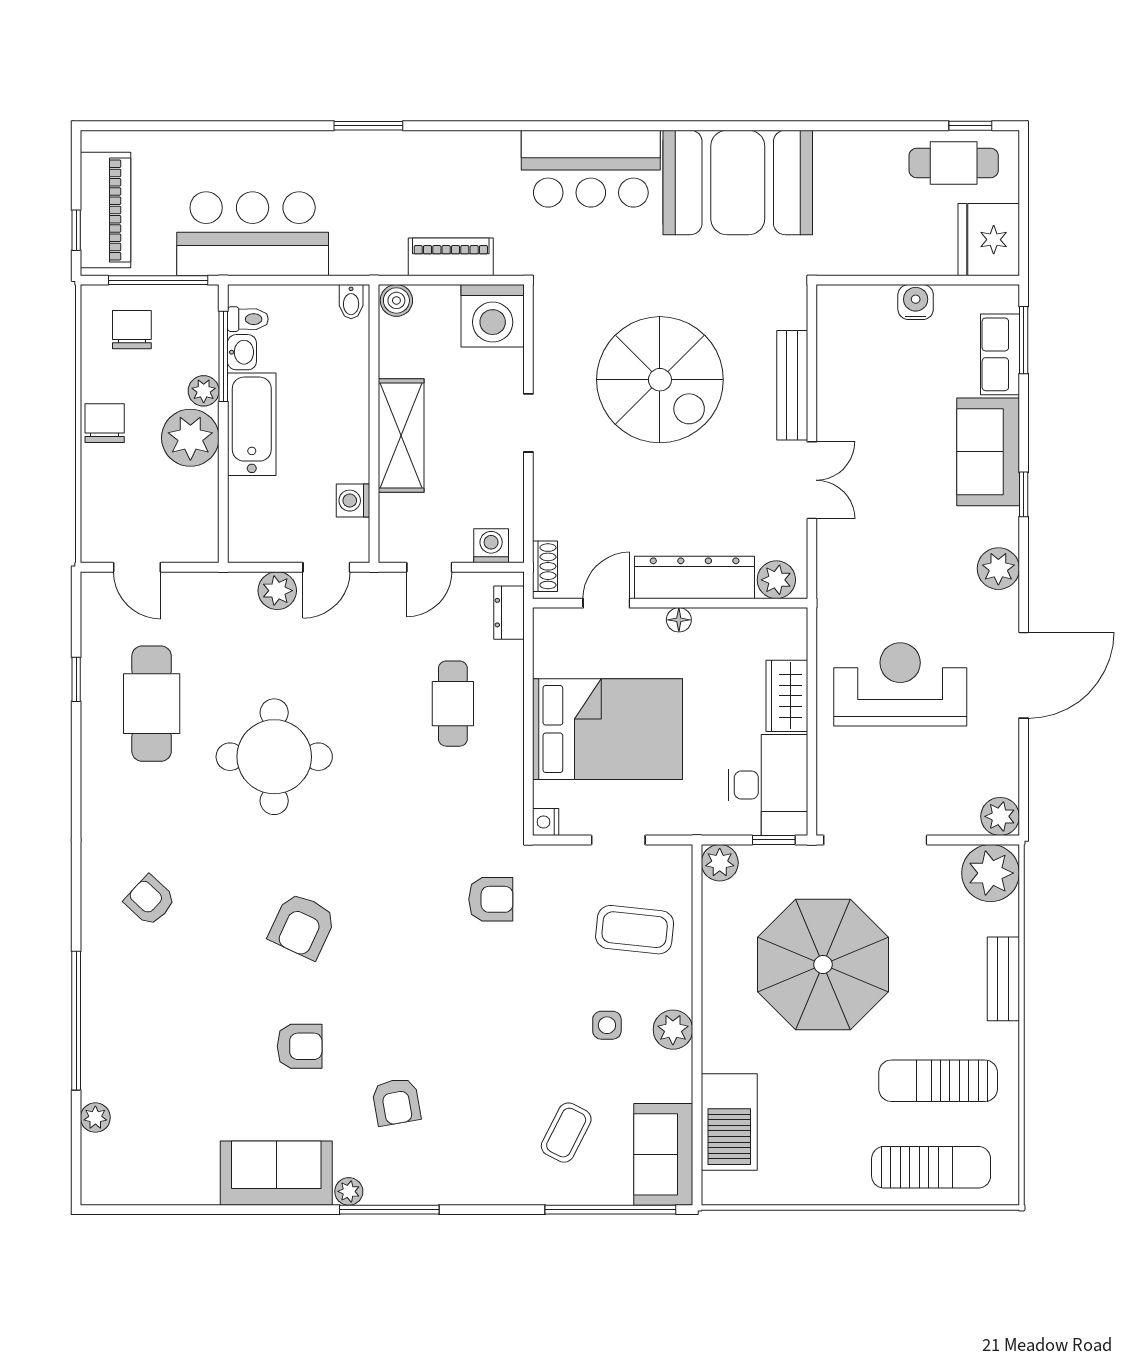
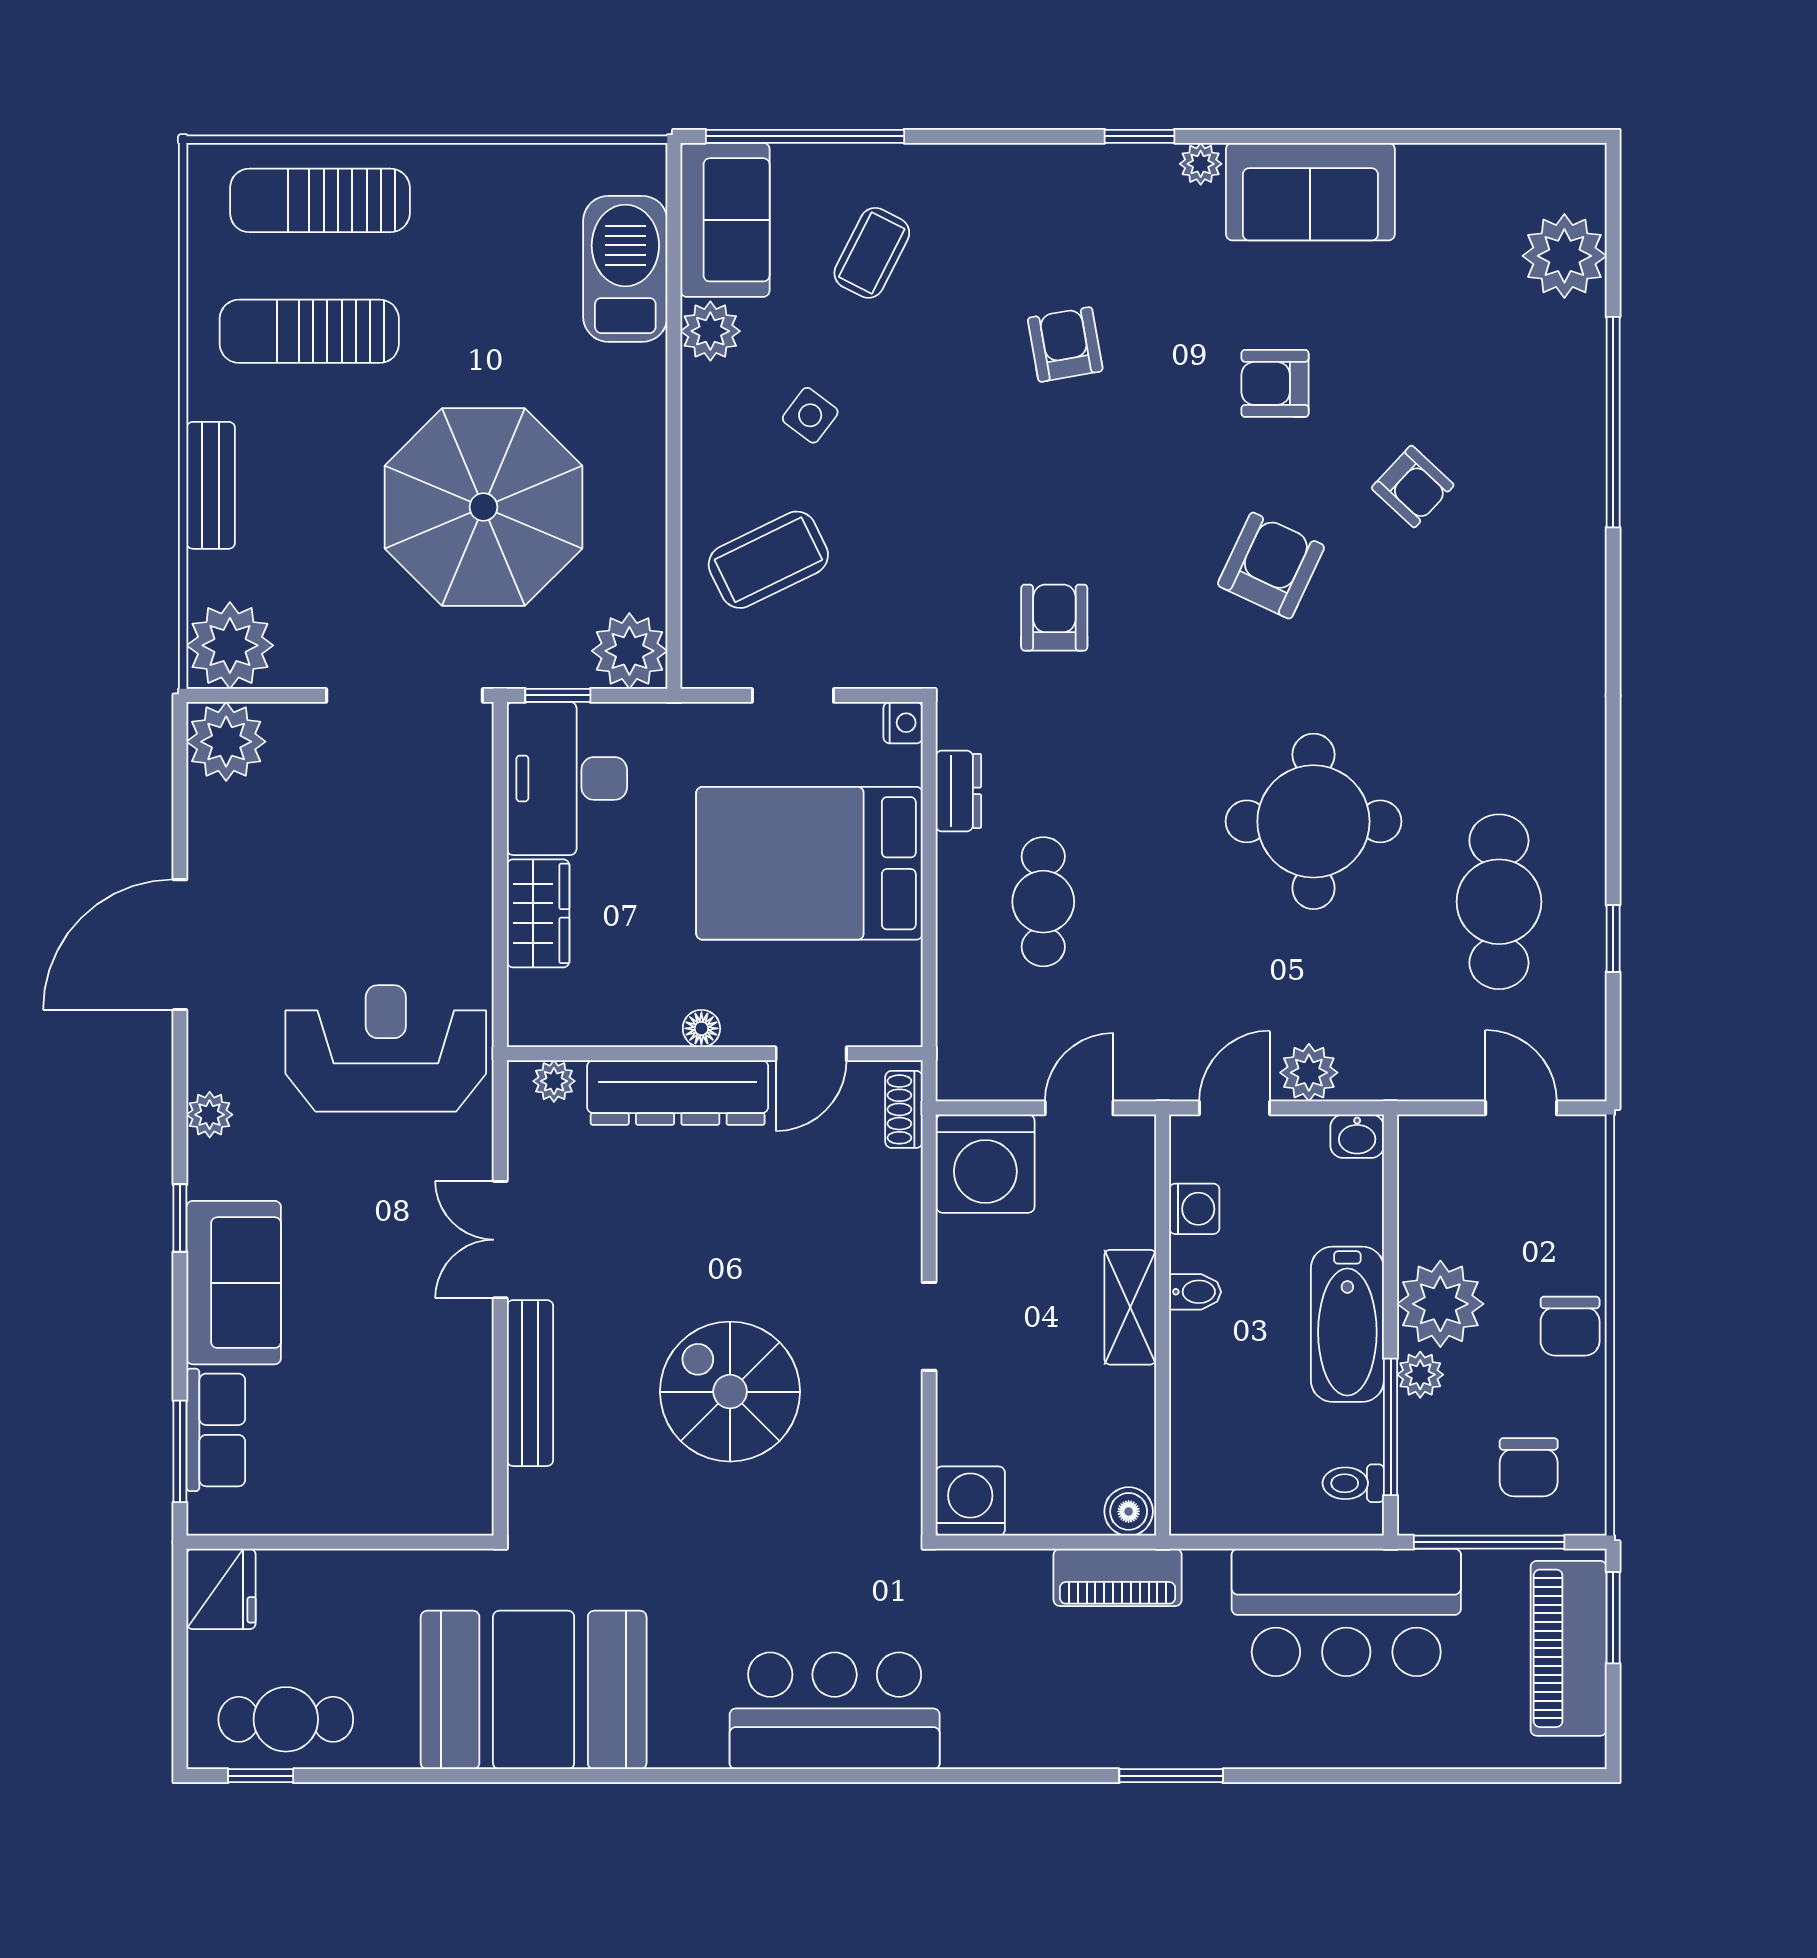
booth: (738, 182) -> (534, 1690), moved
window: (76, 230) -> (1613, 1618), width x1.50
fridge: (989, 240) -> (221, 1589), width x0.73, depth x0.75
piano: (451, 257) -> (1118, 1577), moved
bidet: (351, 302) -> (1195, 1292), moved, turned 90
water cooler: (916, 302) -> (343, 1509), removed
washing machine: (493, 316) -> (970, 1501), width x0.73, depth x0.73
washbasin: (242, 352) -> (1357, 1136), moved, turned -90
spiral stairs: (660, 380) -> (730, 1392), width x0.73, depth x0.73
shelving: (401, 435) -> (1130, 1307), width x0.67, depth x0.75
washing machine: (491, 546) -> (985, 1164), width x1.89, depth x1.89
plant: (998, 569) -> (210, 1115), width x0.73, depth x0.73
plant: (776, 580) -> (554, 1081), width x0.73, depth x0.73
dresser: (509, 613) -> (958, 791), moved
reception desk: (900, 684) -> (386, 1048), moved, turned 180
plant: (1000, 816) -> (226, 742), width x1.36, depth x1.36
plant: (720, 863) -> (629, 651), width x1.36, depth x1.36
armchair: (491, 899) -> (1054, 618), moved, turned 90
armchair: (150, 900) -> (1413, 487), moved
coffee table: (635, 930) -> (768, 560), turned -32
side table: (607, 1025) -> (810, 415), turned 37
plant: (673, 1030) -> (710, 331), moved
sun lounger: (938, 1081) -> (309, 331), turned 180
armchair: (396, 1102) -> (1065, 344), moved
plant: (95, 1118) -> (1564, 256), width x1.87, depth x1.87
window: (389, 1210) -> (1139, 136), width x0.46

